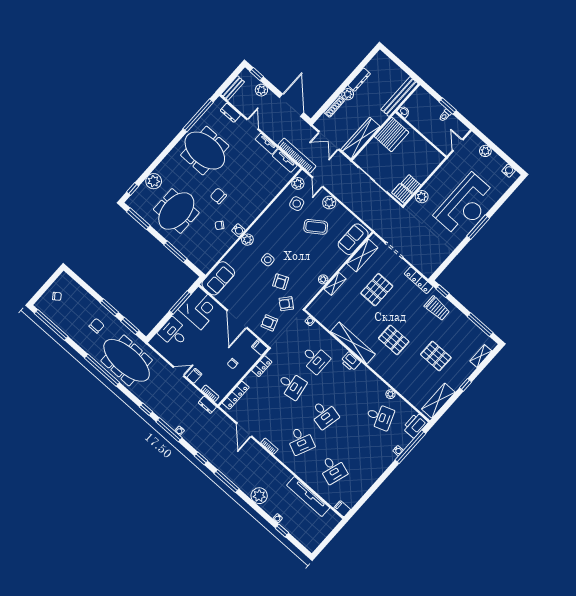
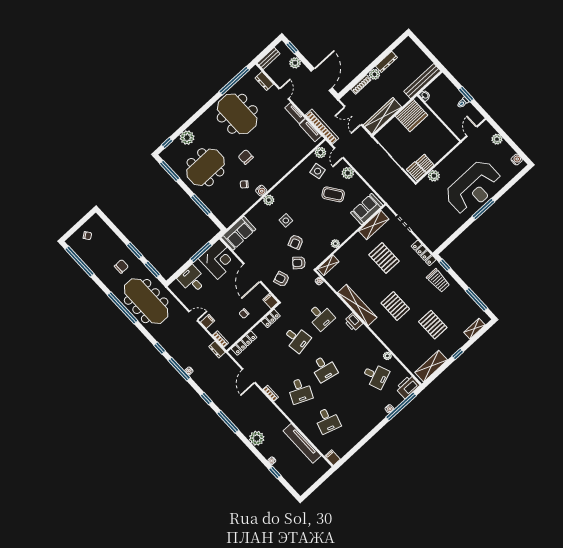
shelving: (335, 284) -> (328, 265), moved
pallet: (377, 290) -> (384, 258), turned 90

